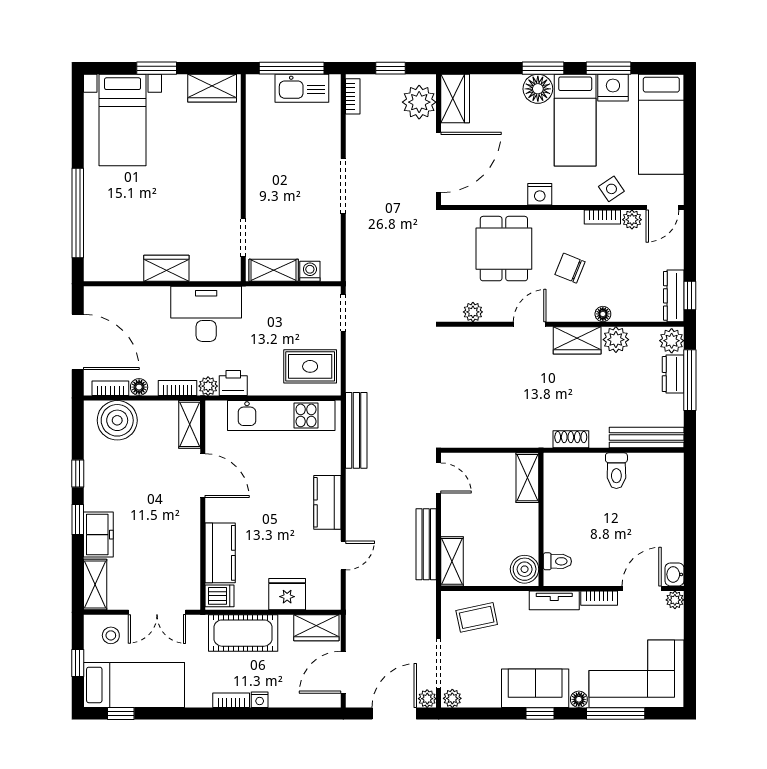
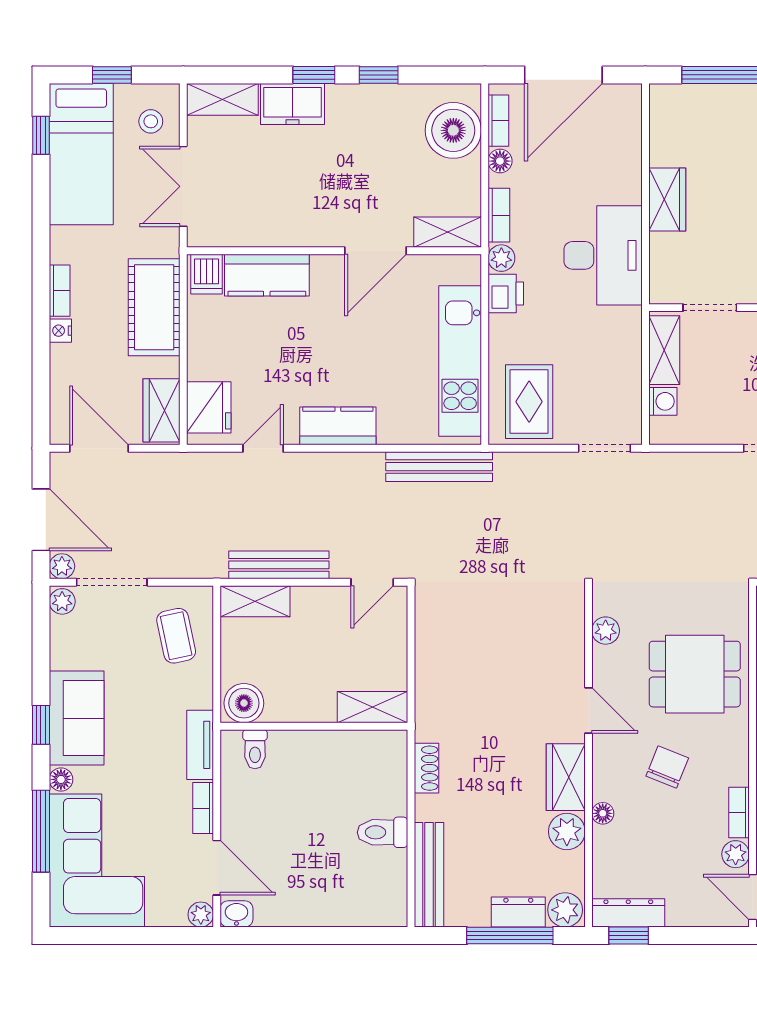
door: (343, 556) -> (263, 448), swing flipped
fridge: (287, 594) -> (209, 407), moved

